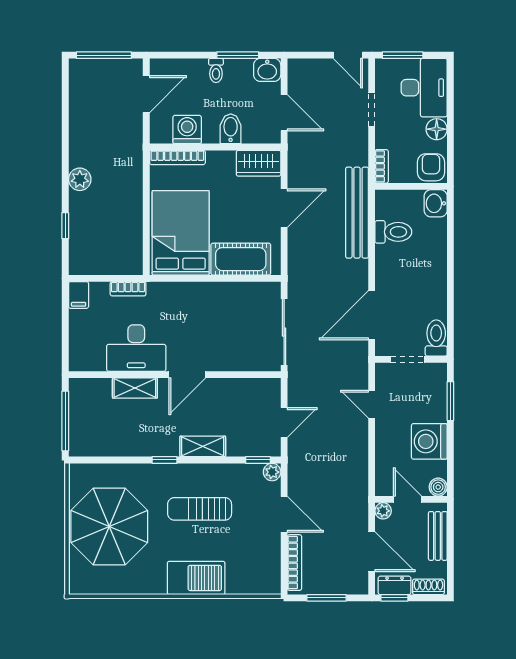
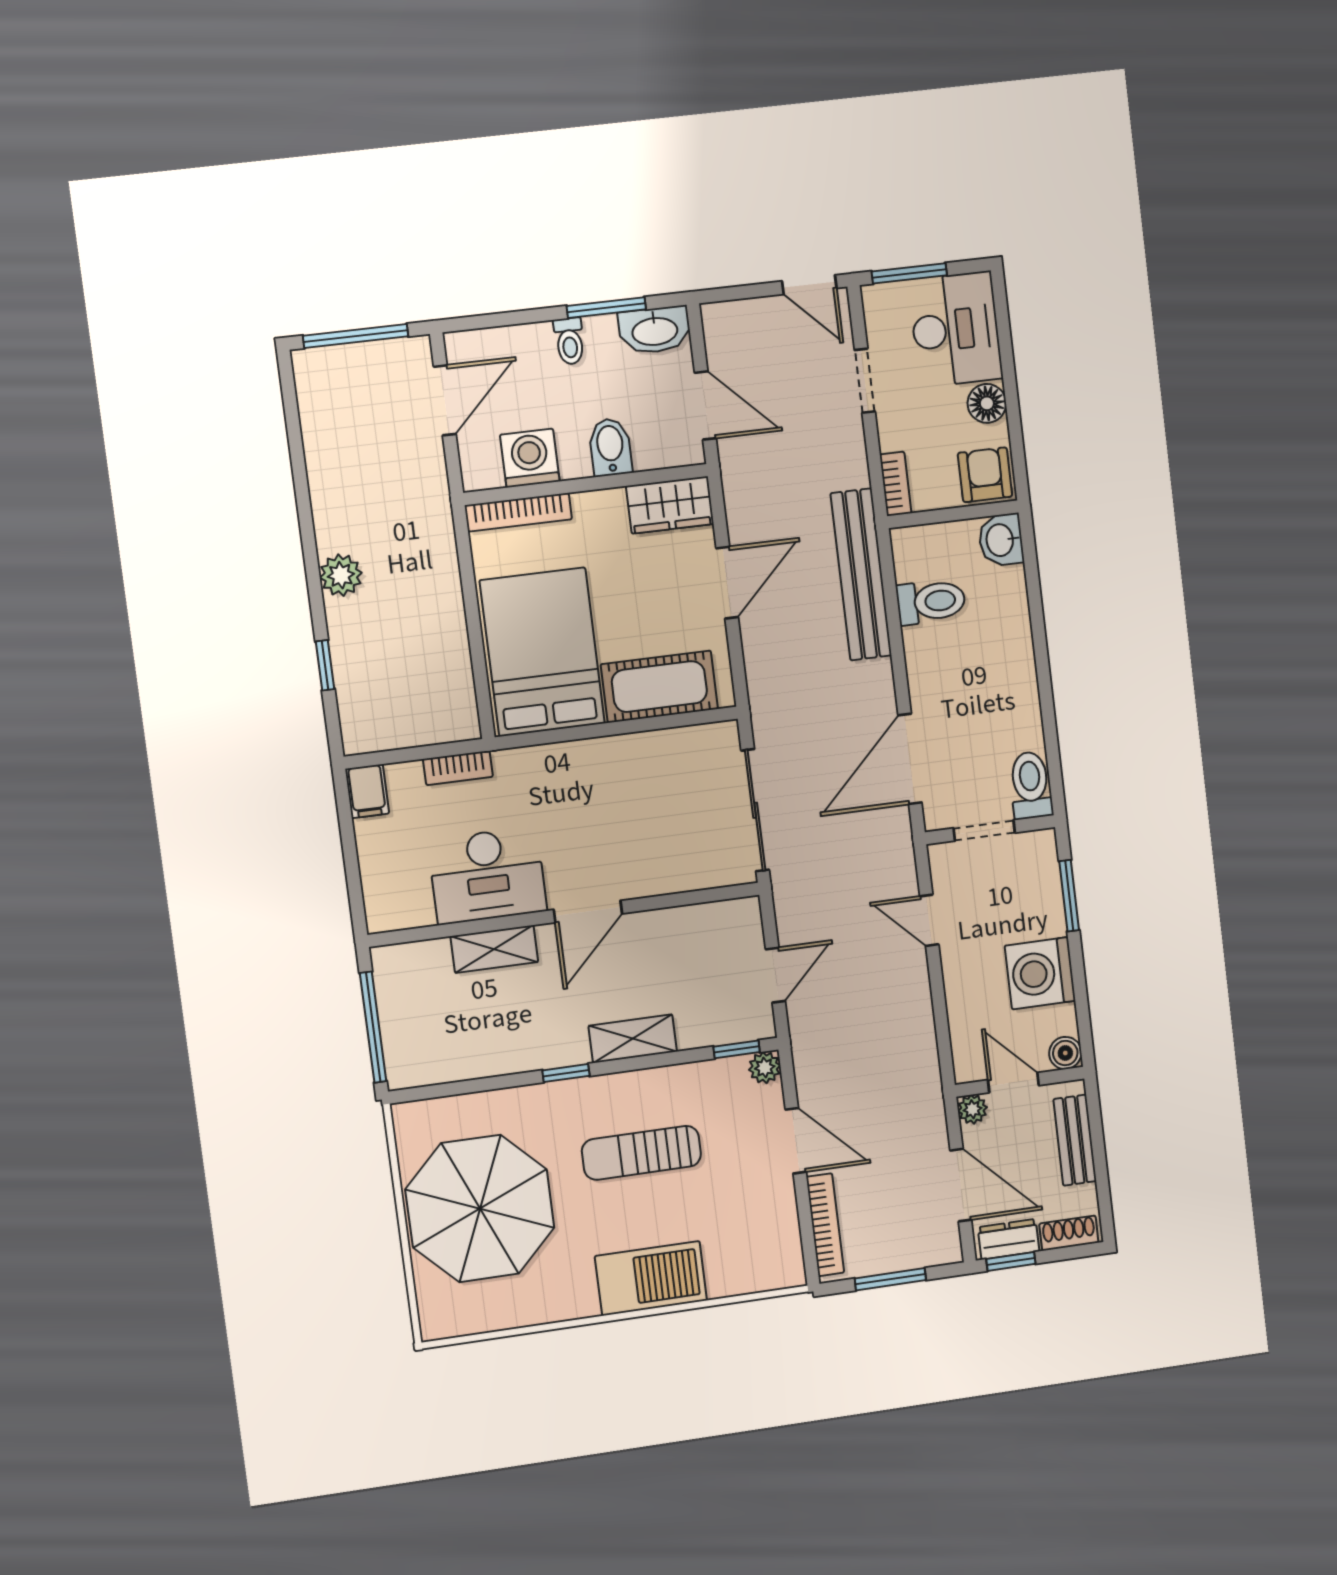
washbasin: (267, 70) -> (655, 330), width x1.38

